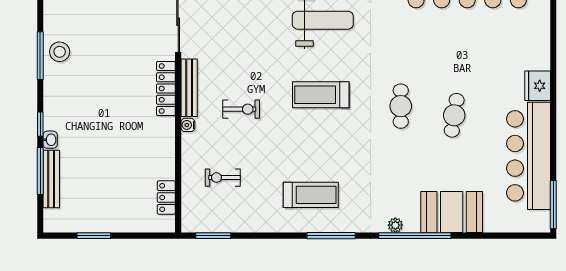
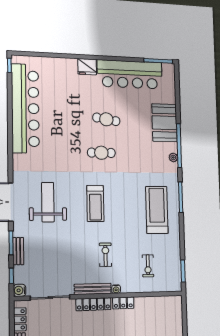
treadmill: (311, 195) -> (157, 210), width x1.37, depth x1.38
locker: (166, 198) -> (123, 303), moved

